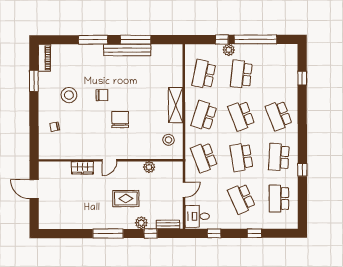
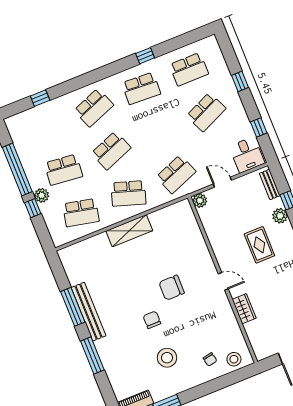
stool: (168, 140) -> (234, 359), moved
school desk: (241, 157) -> (159, 131), removed
plant: (149, 167) -> (200, 201), moved

